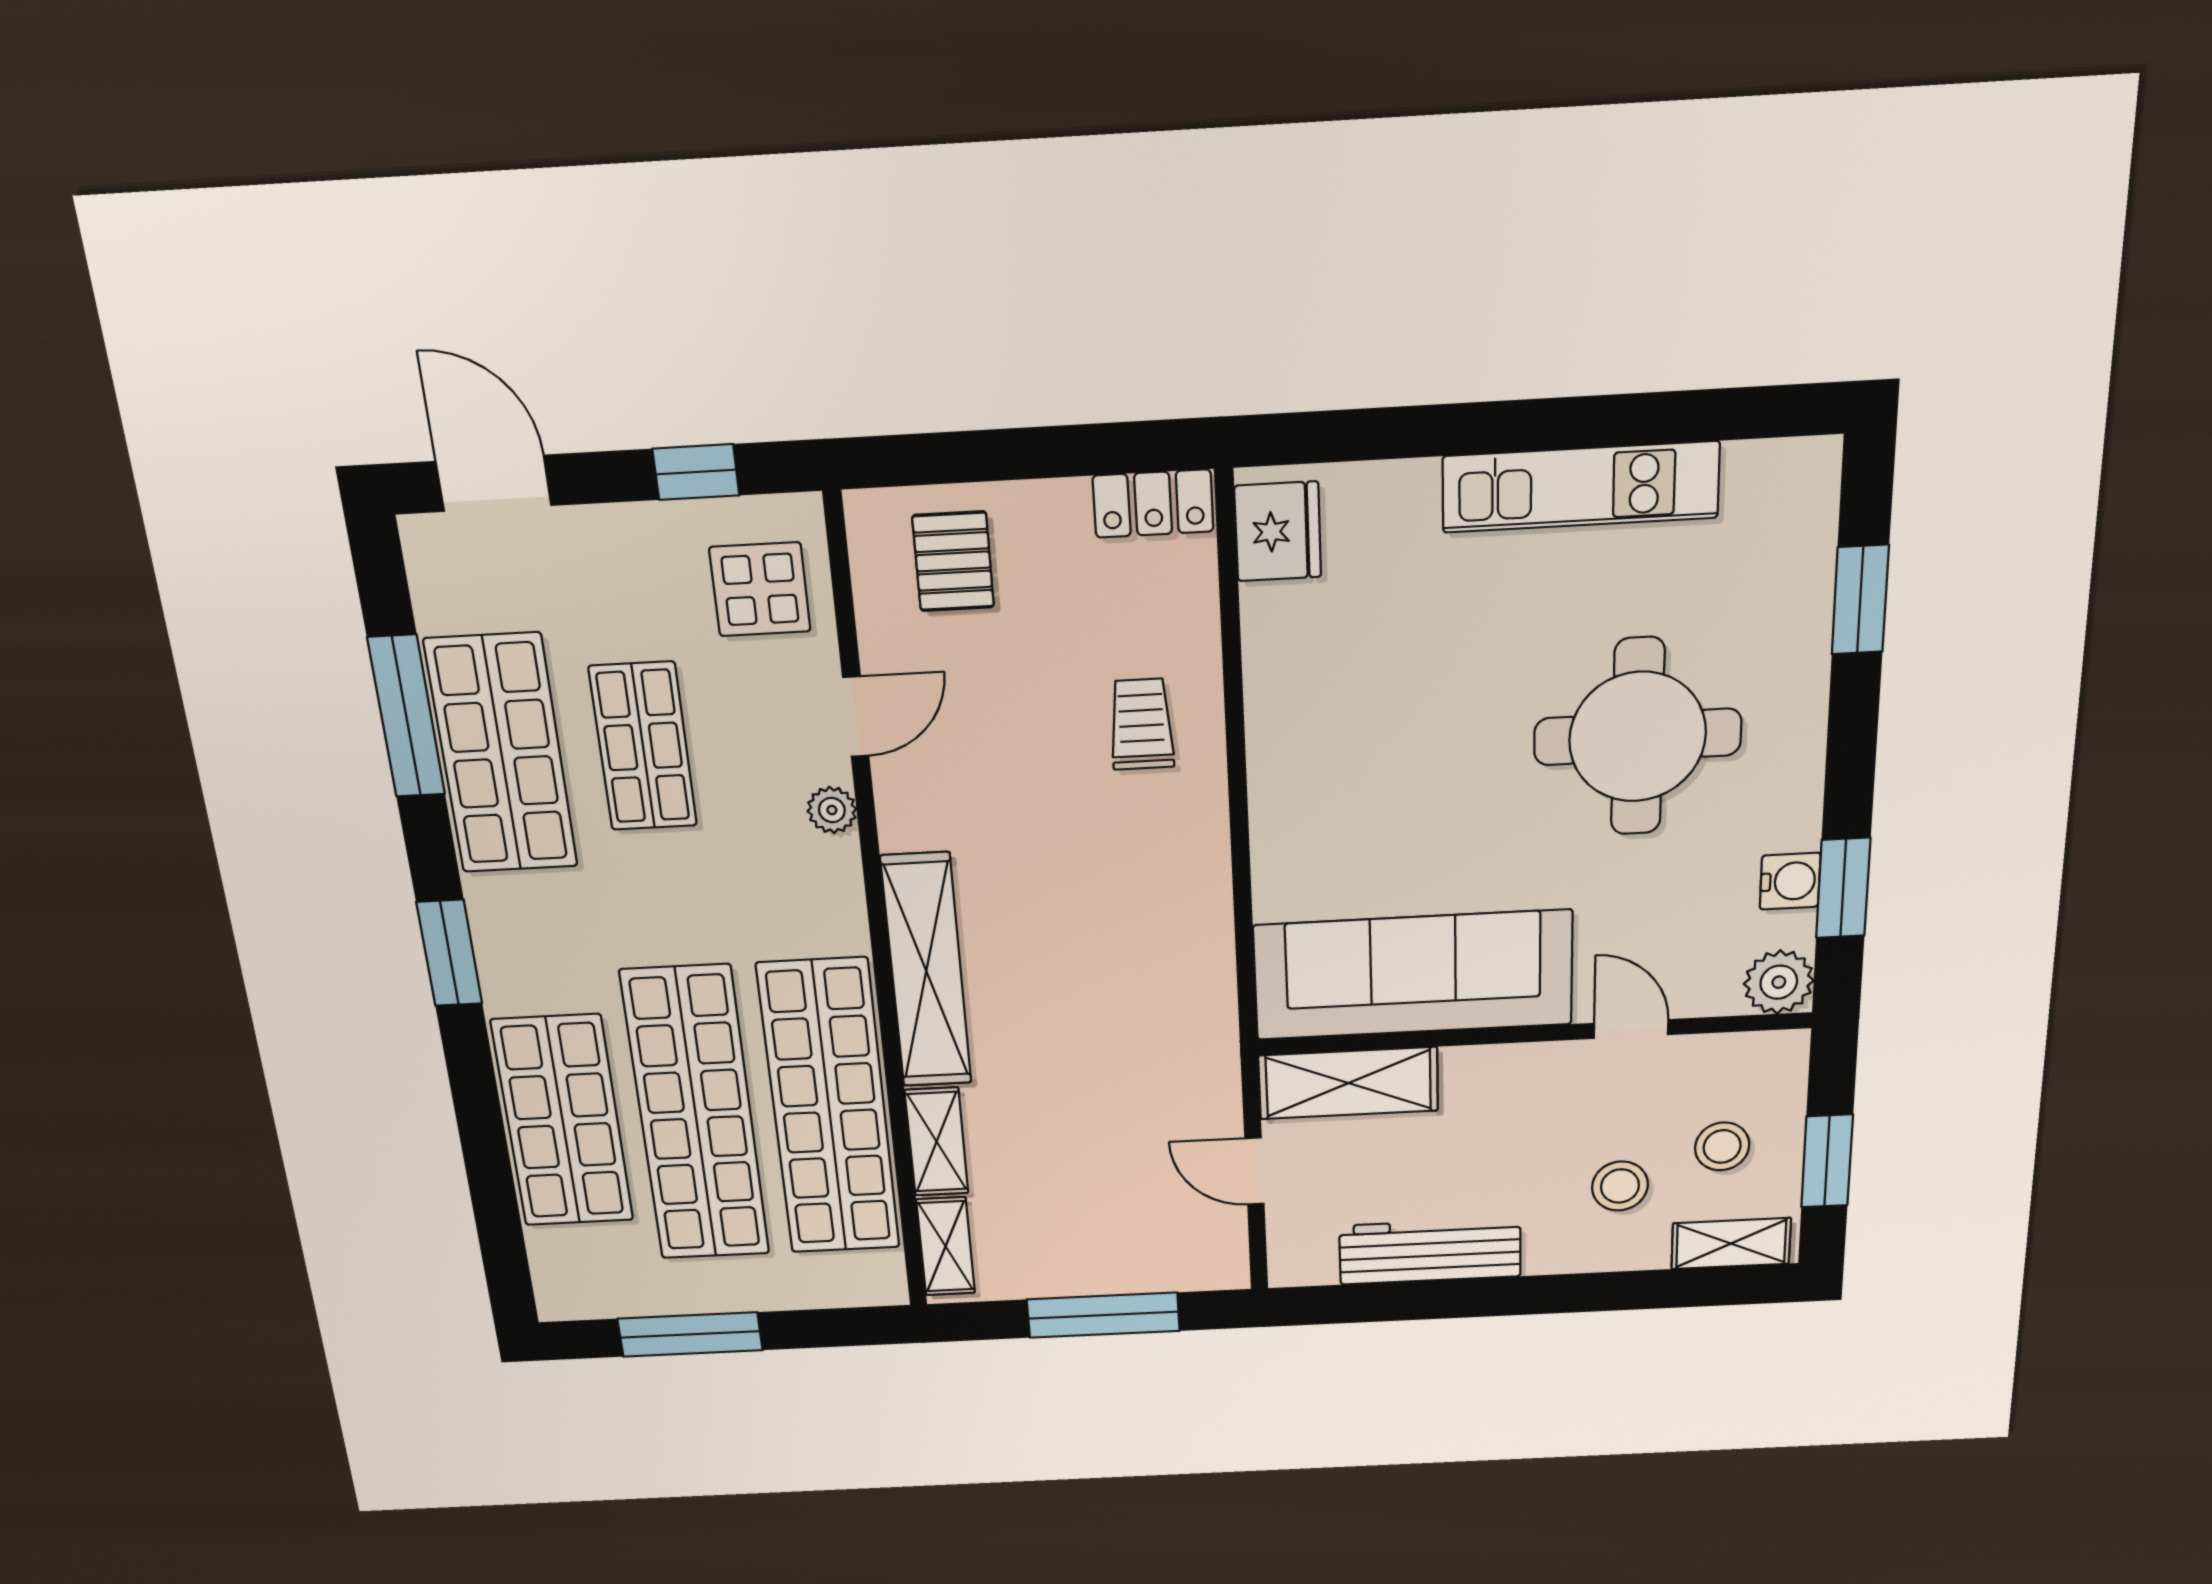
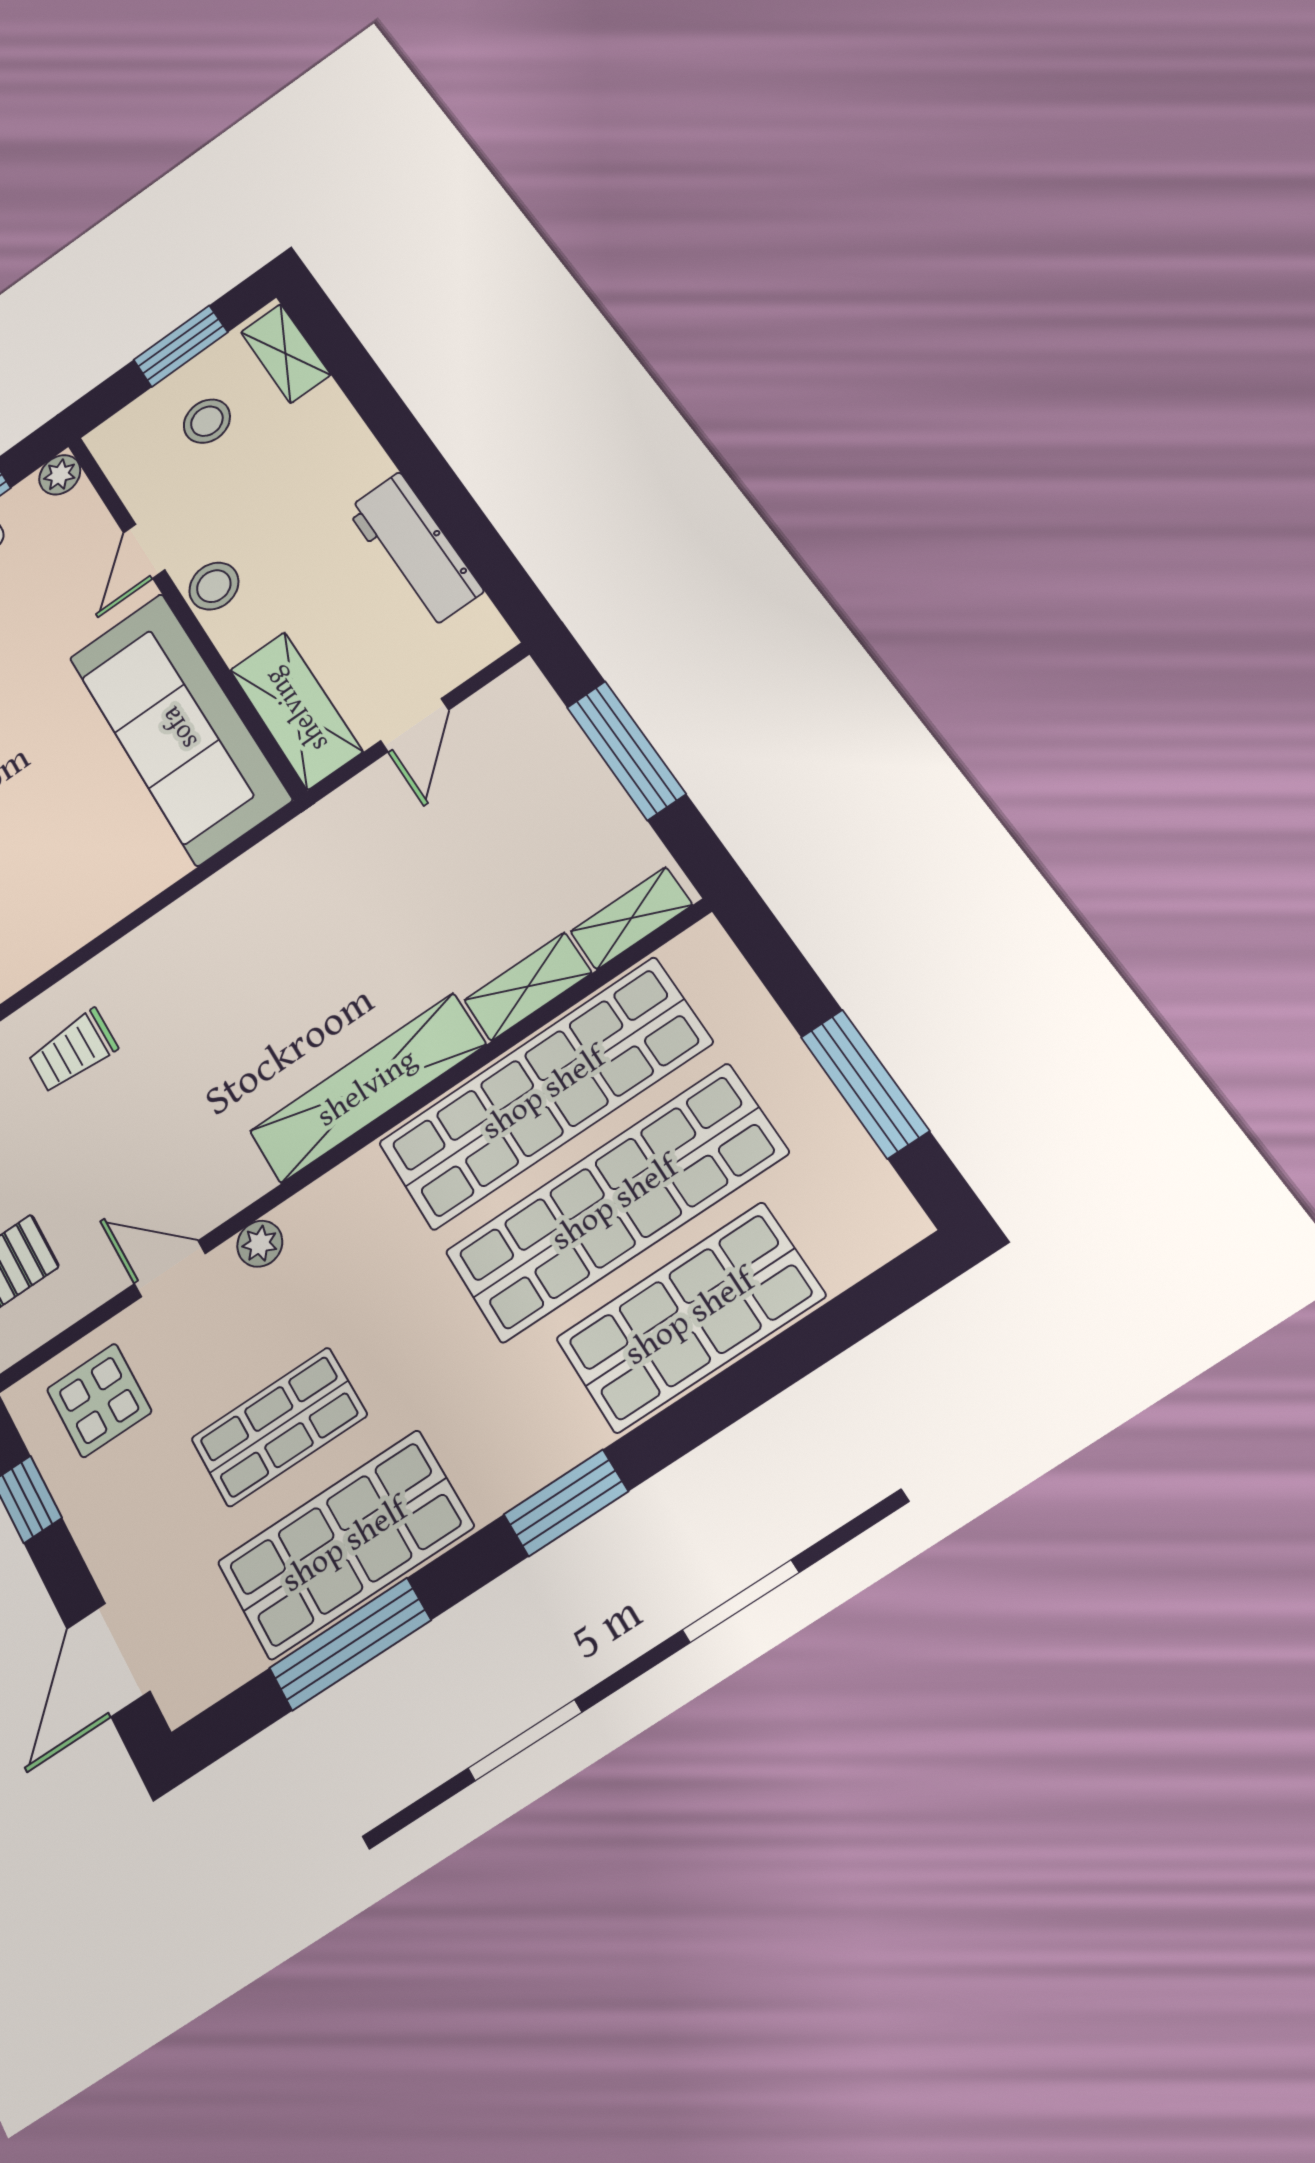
plant: (1779, 982) -> (60, 475), width x0.73, depth x0.73
stool: (1620, 1186) -> (214, 586), moved

